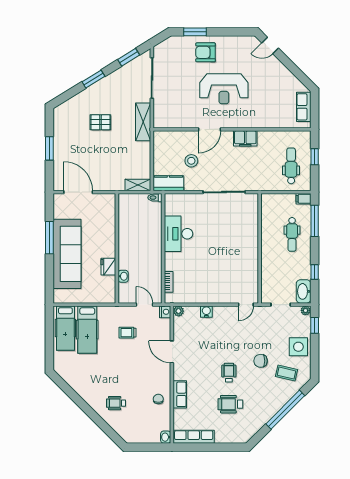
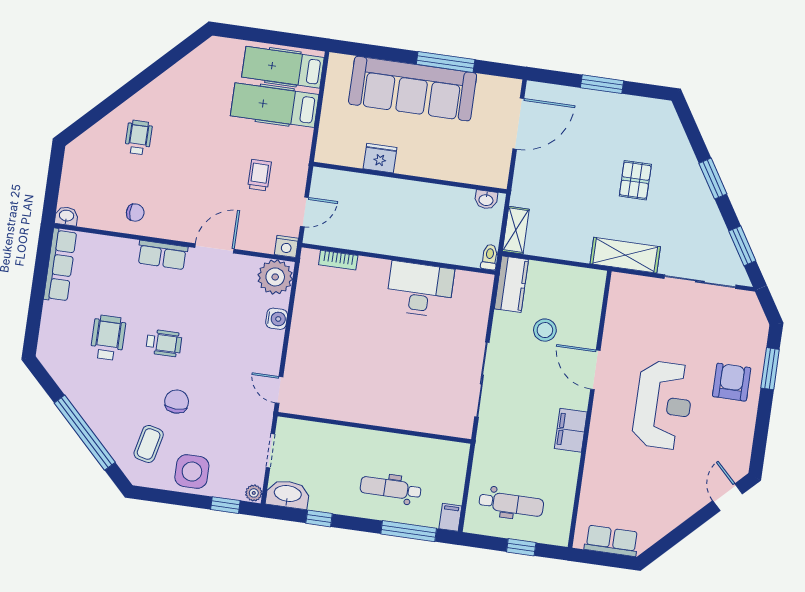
reception desk: (224, 89) -> (663, 405), turned 180
washbasin: (123, 276) -> (486, 200), moved
plant: (179, 311) -> (275, 277), width x1.88, depth x1.88
row of seats: (180, 394) -> (162, 255), moved

